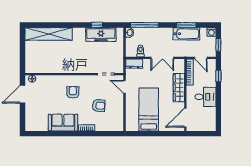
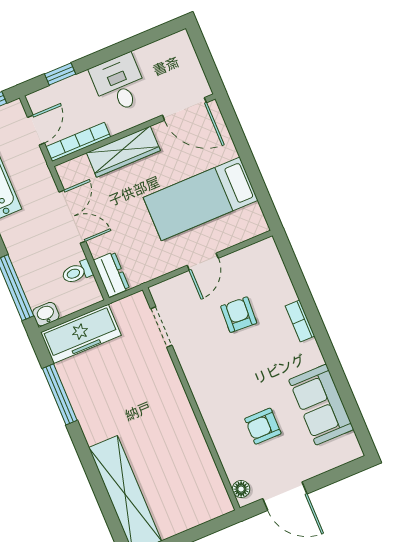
window: (97, 25) -> (60, 394), width x2.17
freezer: (101, 35) -> (81, 334), moved, turned 90
door: (124, 87) -> (203, 262), moved
armchair: (73, 92) -> (263, 426), moved
sofa: (63, 123) -> (321, 405), moved

